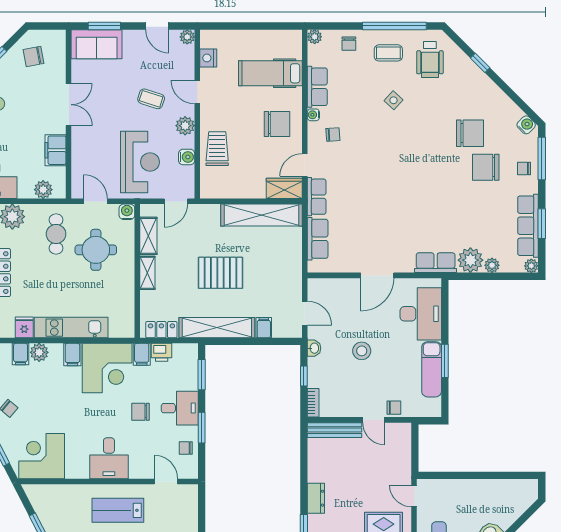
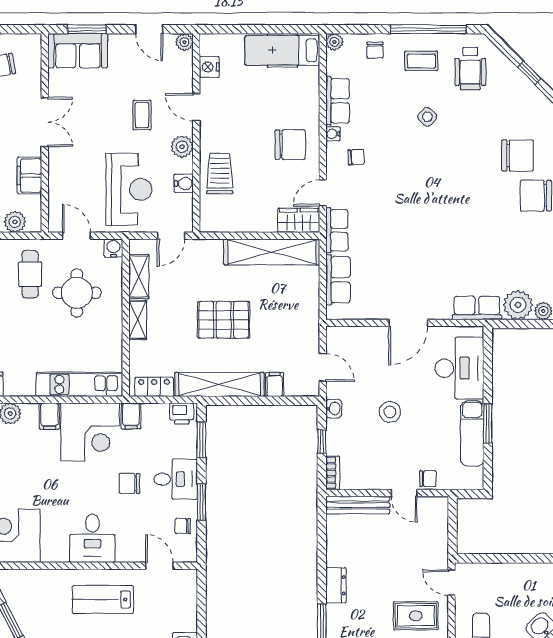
hospital bed: (270, 73) -> (282, 50), moved
coffee table: (151, 99) -> (142, 115), turned 72
kitchen unit: (71, 328) -> (79, 384), moved
printer: (162, 352) -> (182, 413), moved

